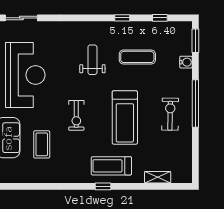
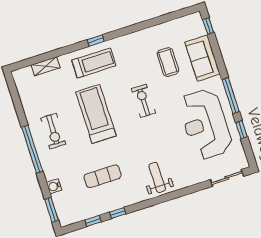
window: (122, 18) -> (118, 213), moved
weight bench: (92, 60) -> (157, 177), moved, turned 180

